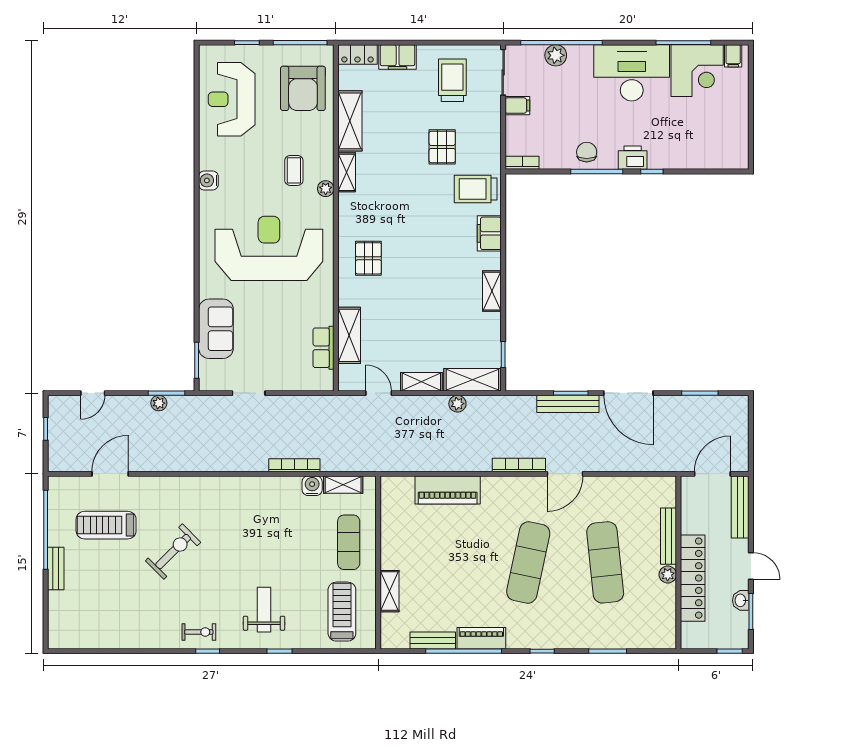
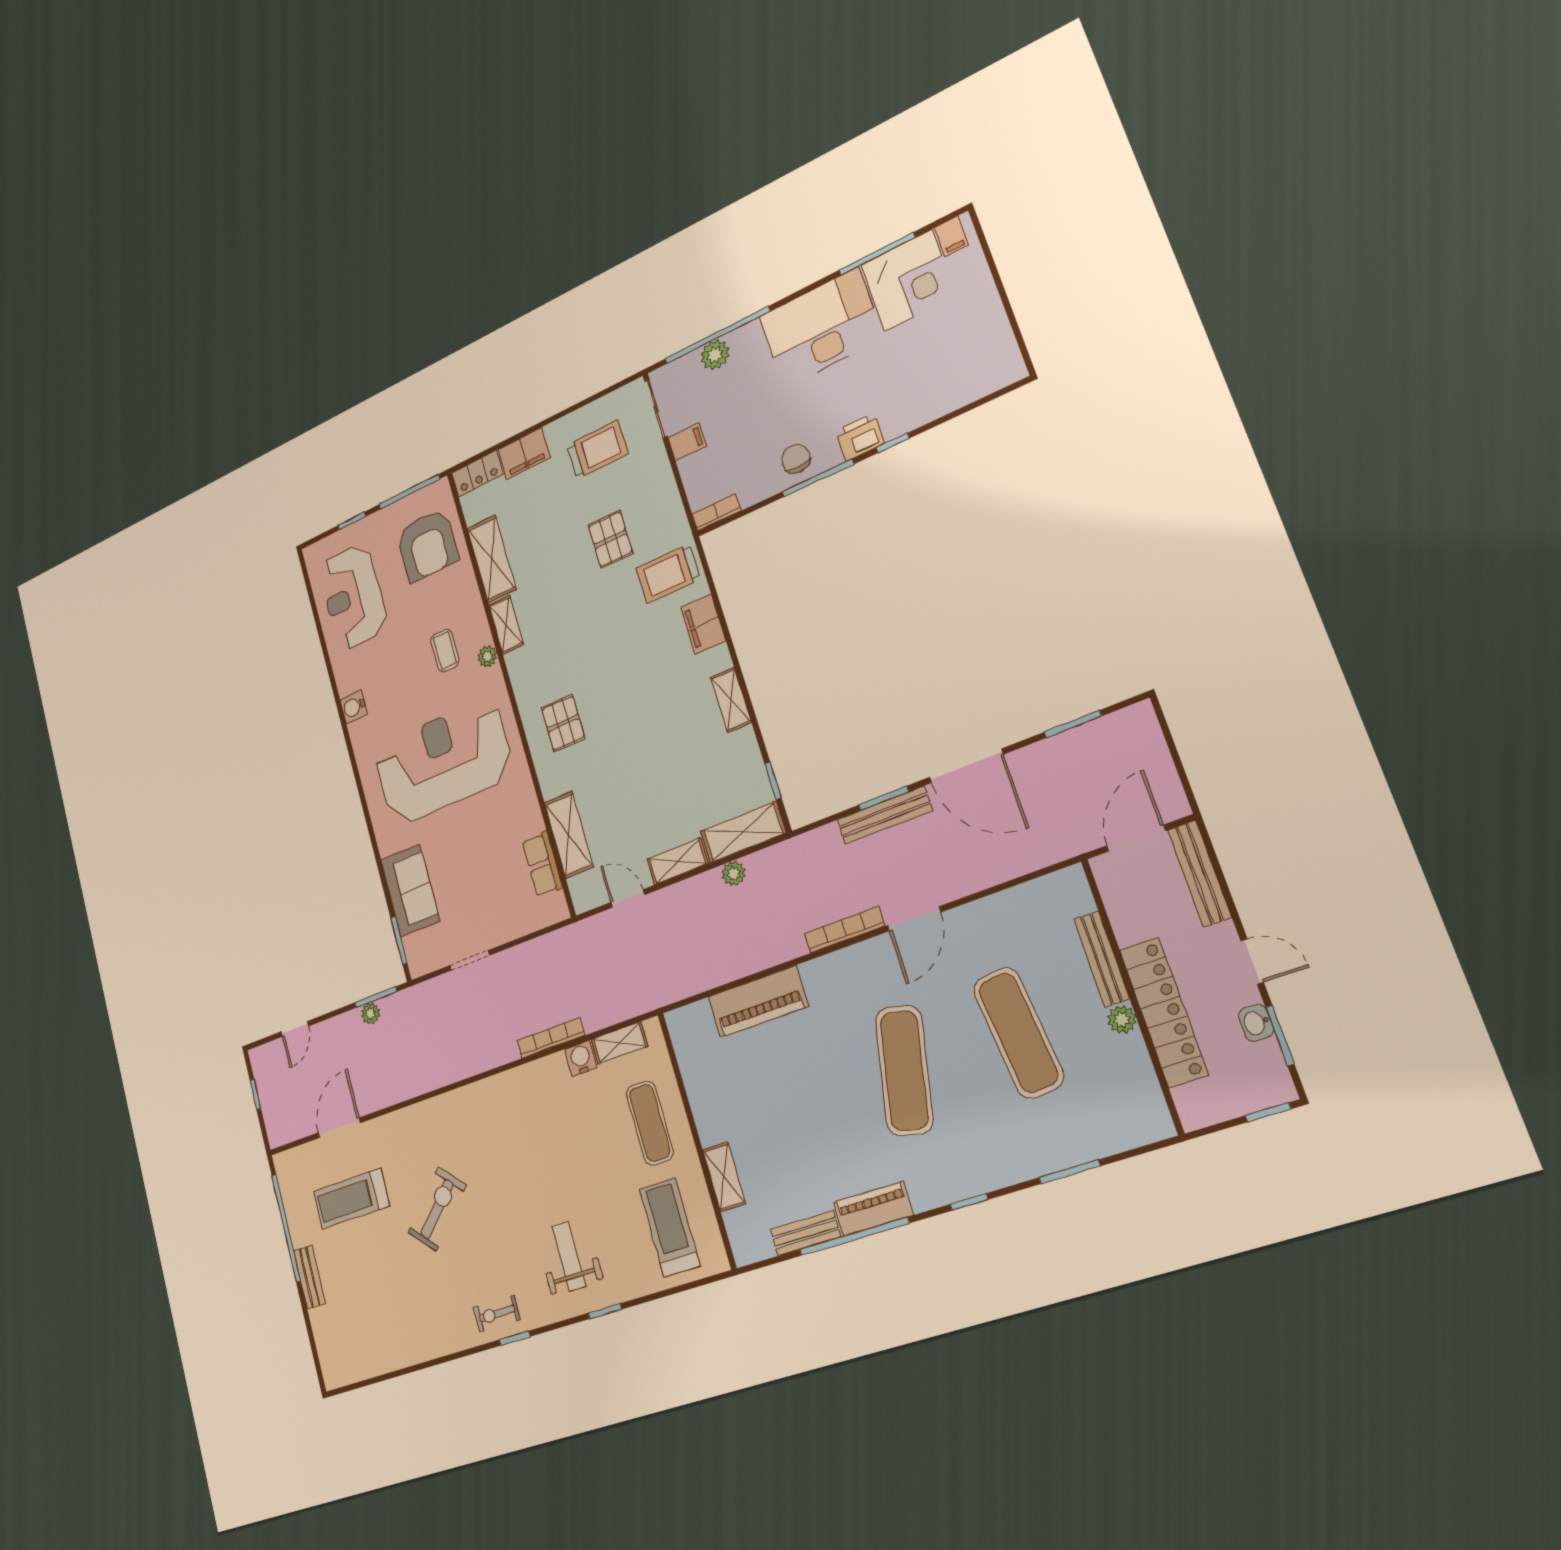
trolley: (452, 80) -> (597, 449), turned 90
exercise bike: (199, 632) -> (497, 1314), turned 180

